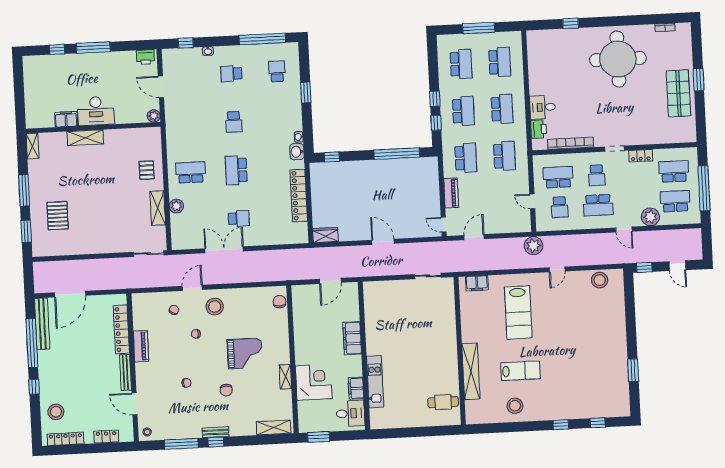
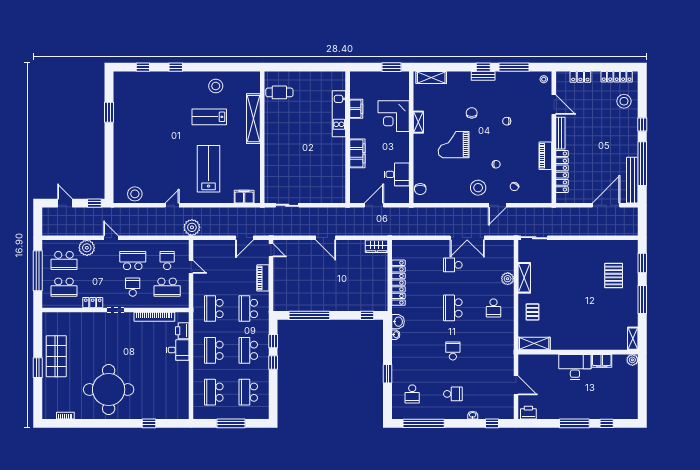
plant: (154, 116) -> (632, 360), moved
shelving: (85, 138) -> (534, 344), moved
school desk: (236, 170) -> (453, 308), turned 180
school desk: (191, 172) -> (493, 308), width x0.54
desk: (350, 413) -> (397, 174), moved, turned 180

